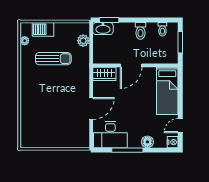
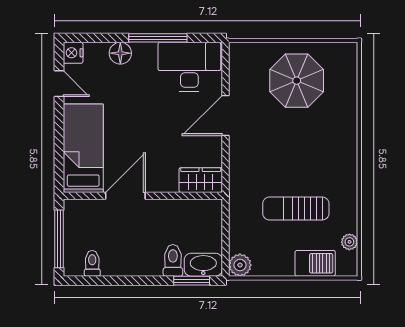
toilet: (140, 31) -> (173, 260), moved
plant: (83, 41) -> (240, 265), moved
window: (180, 42) -> (59, 239), width x1.44
door: (131, 65) -> (125, 196), moved
door: (180, 126) -> (59, 84), hinge flipped
parasol: (53, 127) -> (297, 81), added

